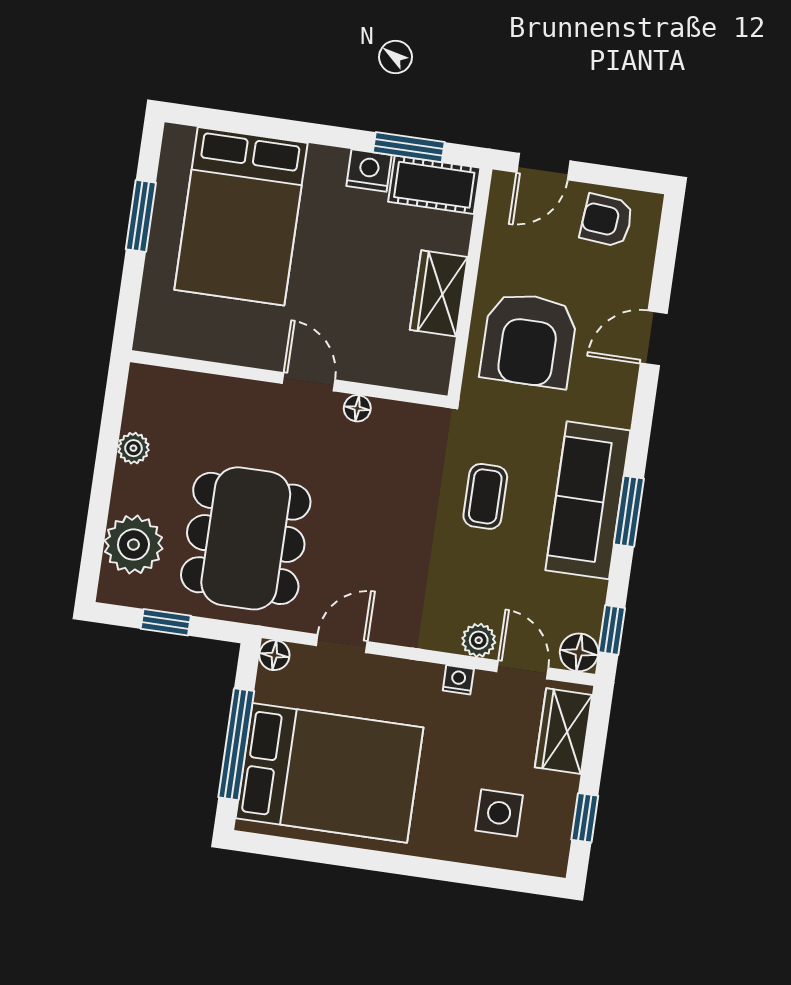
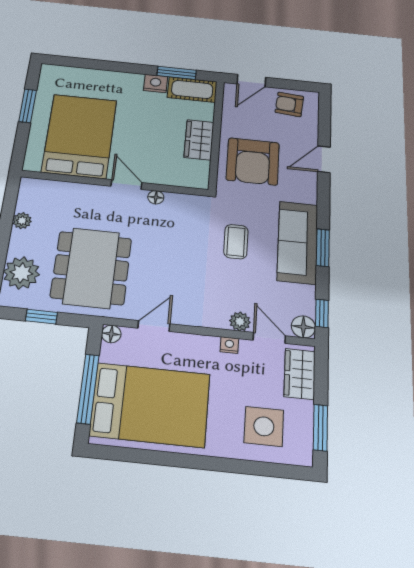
bed: (241, 216) -> (80, 136), moved, turned 180
side table: (499, 813) -> (264, 426), width x1.37, depth x1.37
window: (585, 818) -> (320, 428), width x1.50

